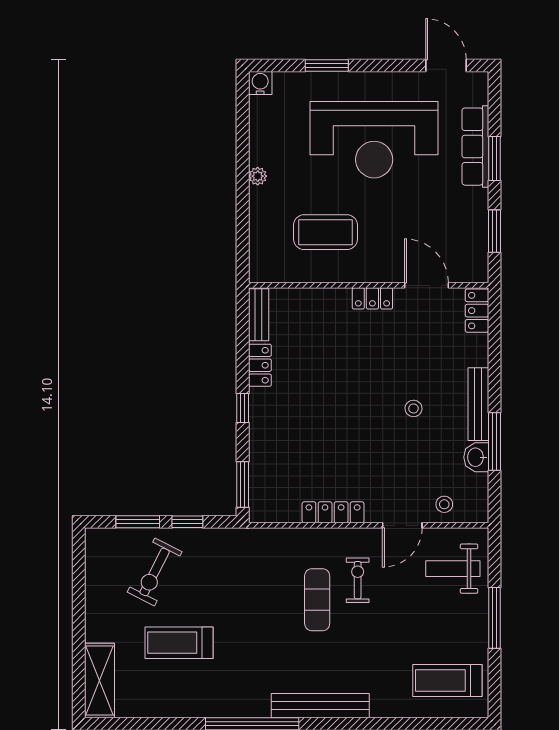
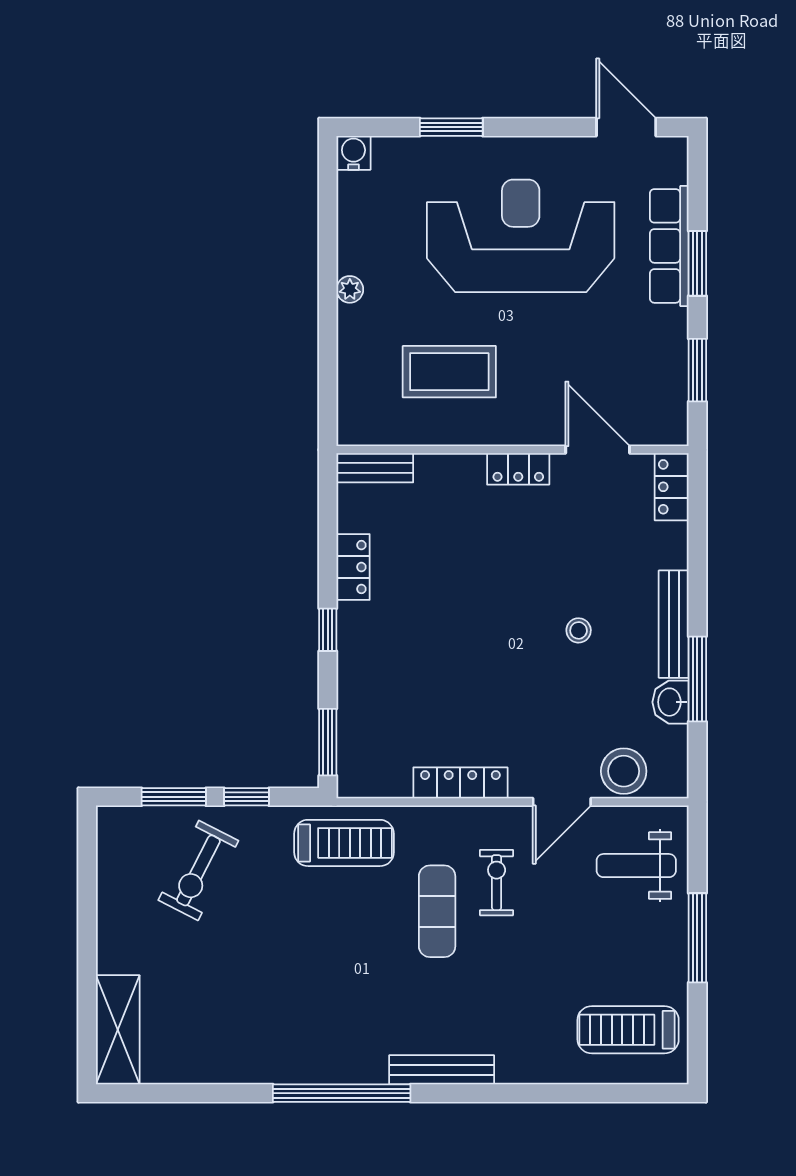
reception desk: (374, 140) -> (521, 236), turned 180
bench: (259, 315) -> (375, 468), moved, turned 90
stool: (444, 504) -> (624, 771), width x1.89, depth x1.89
treadmill: (179, 643) -> (344, 843), moved, turned 180
bench: (320, 706) -> (442, 1070), width x0.73, depth x0.82

